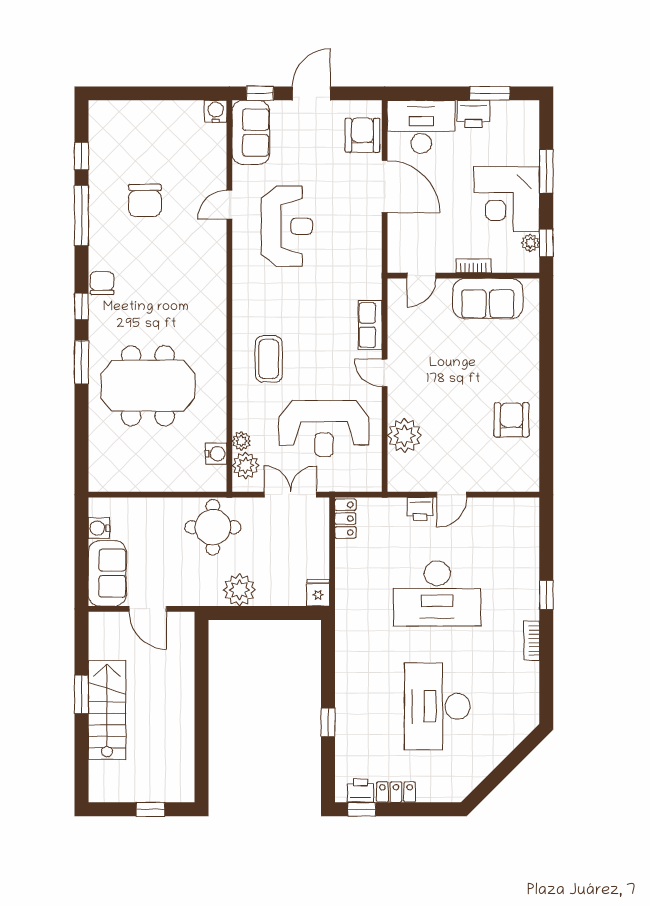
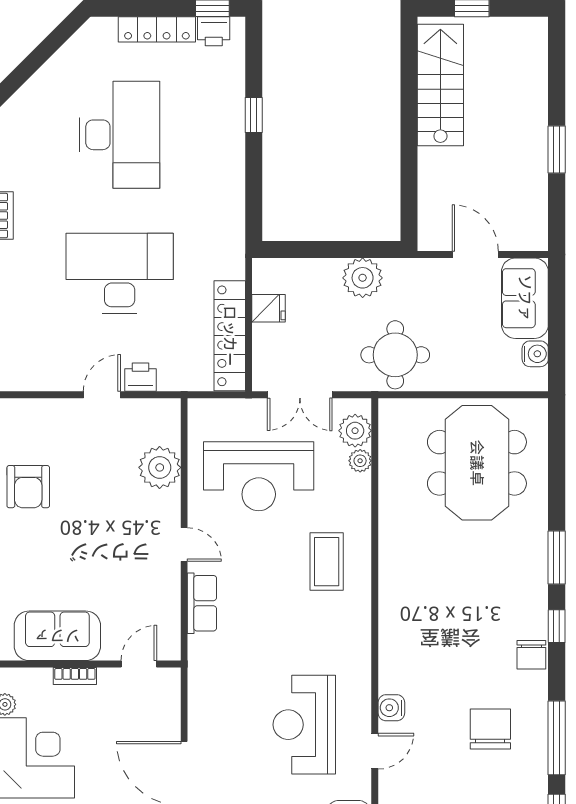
chair: (145, 200) -> (490, 729), moved
meeting table: (148, 386) -> (477, 463), moved, turned 90
reception desk: (324, 428) -> (259, 476), turned 180
water cooler: (216, 454) -> (391, 708), moved
locker: (345, 519) -> (230, 336), width x2.16, depth x1.21
fridge: (318, 593) -> (269, 308), moved, turned -90
stairs: (107, 710) -> (440, 85), moved, turned 180
locker: (396, 792) -> (157, 29), width x1.53

